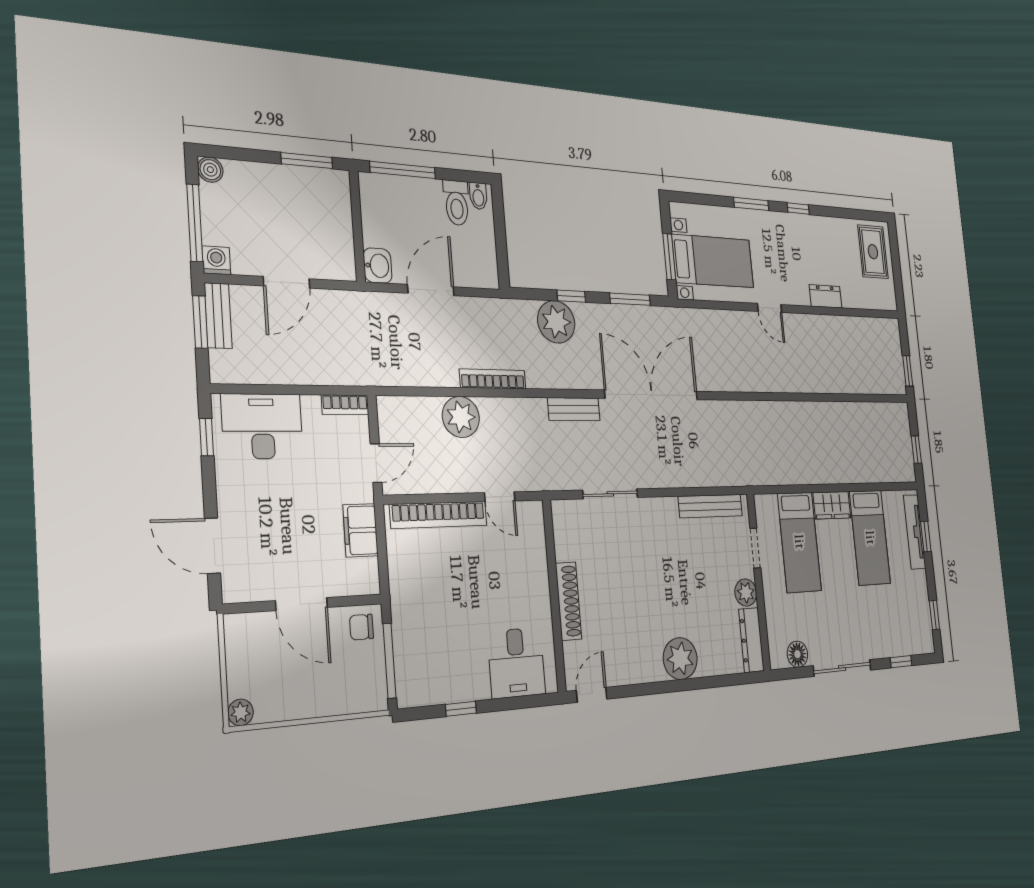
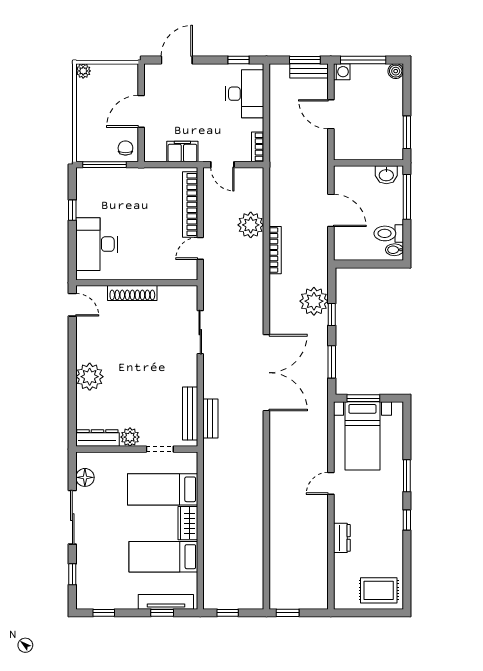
washbasin: (378, 266) -> (386, 175), moved
bench: (574, 409) -> (210, 419), moved
desk: (516, 663) -> (97, 244), width x1.37

